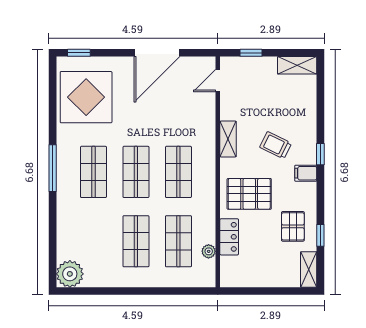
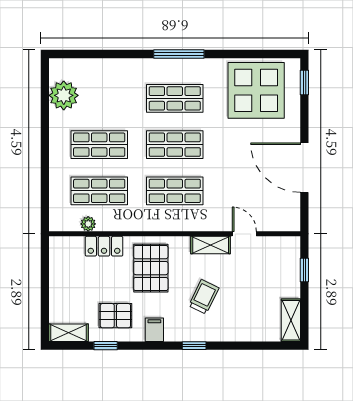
door: (218, 81) -> (244, 234), moved
filing cabinet: (306, 173) -> (154, 330), moved
plant: (70, 274) -> (64, 95), moved

